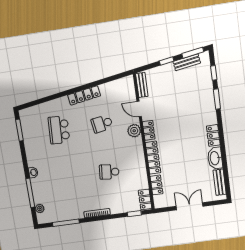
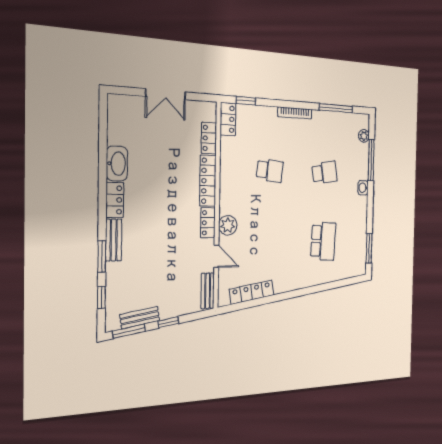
locker: (84, 95) -> (252, 292), moved
school desk: (102, 124) -> (325, 173), moved
bench: (220, 182) -> (114, 240), moved

